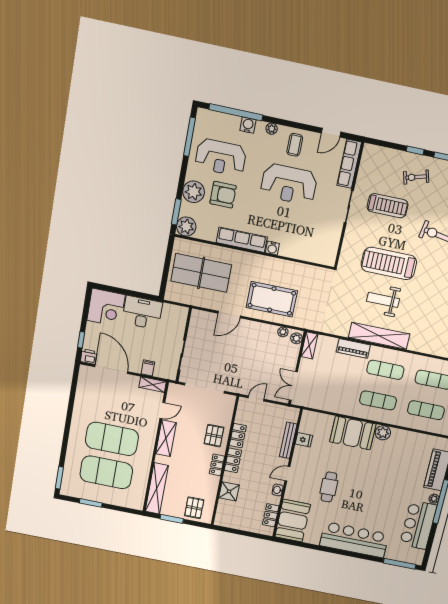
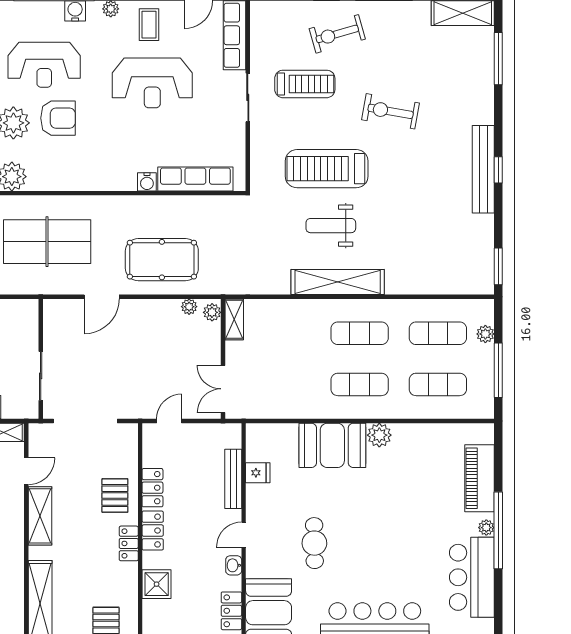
exercise bike: (416, 177) -> (337, 34), width x1.38, depth x1.39
row of seats: (242, 240) -> (195, 179), moved
piano: (353, 348) -> (303, 310), removed

